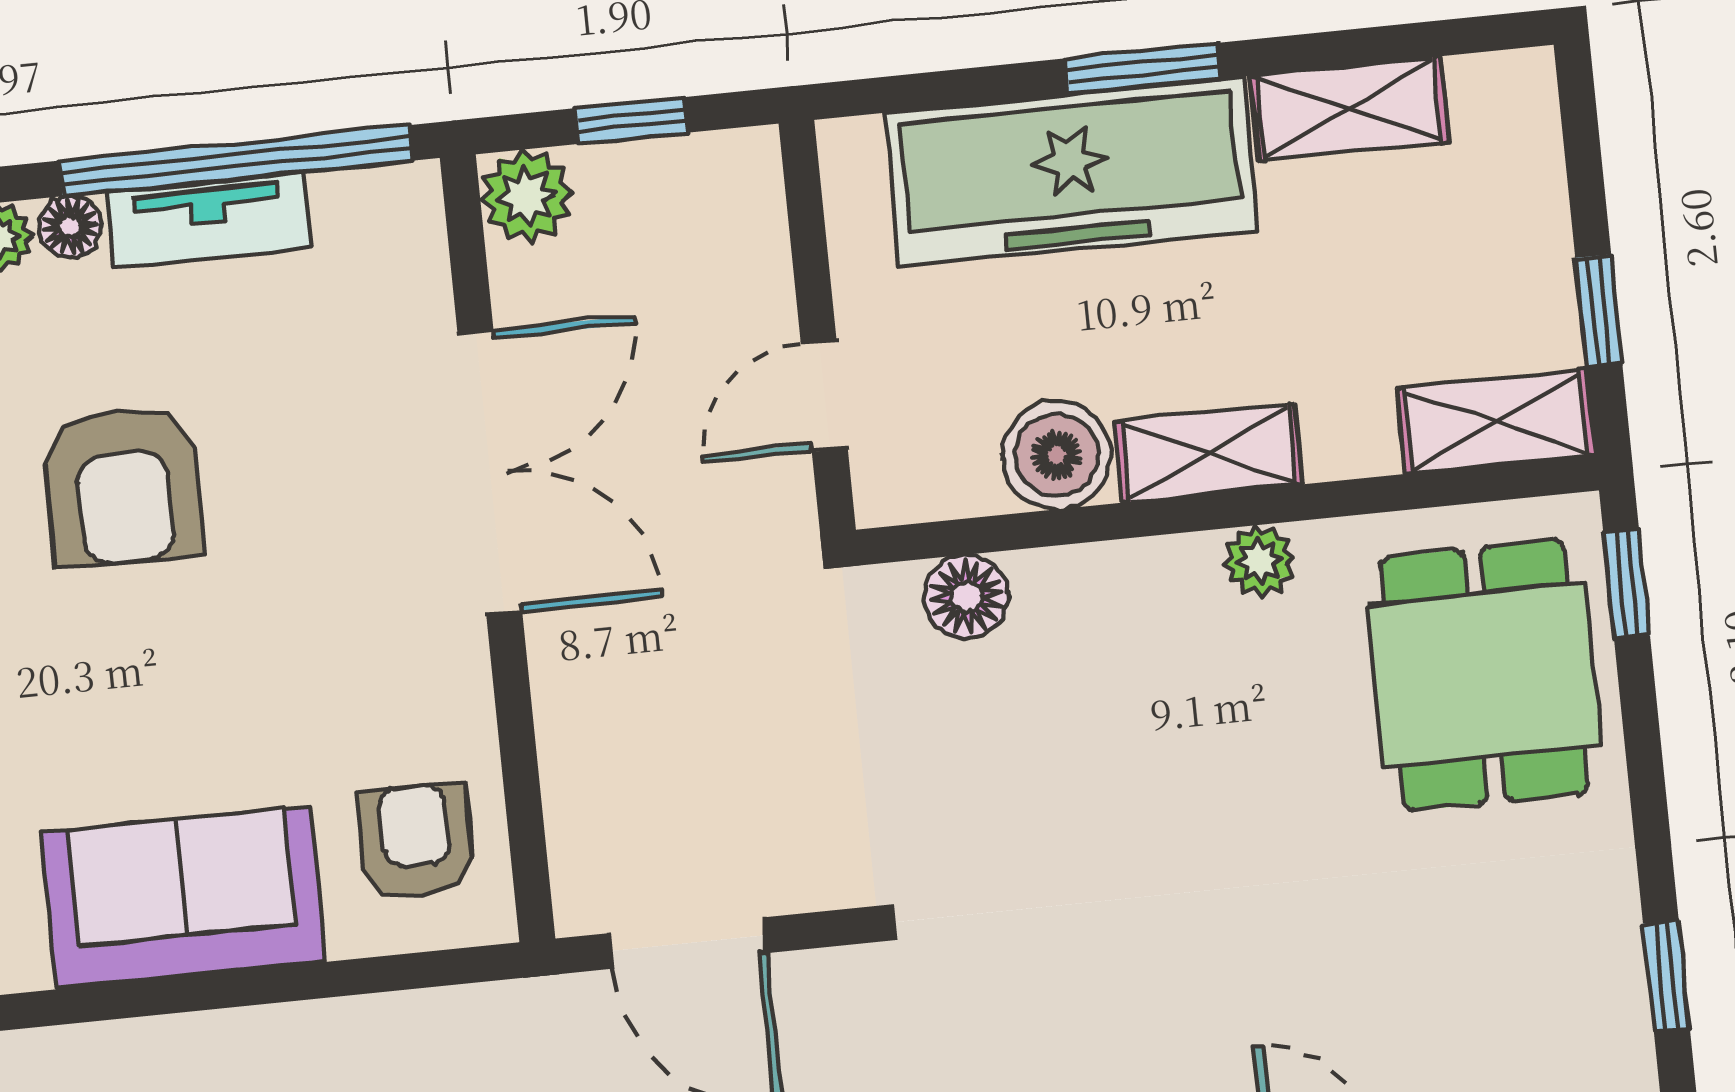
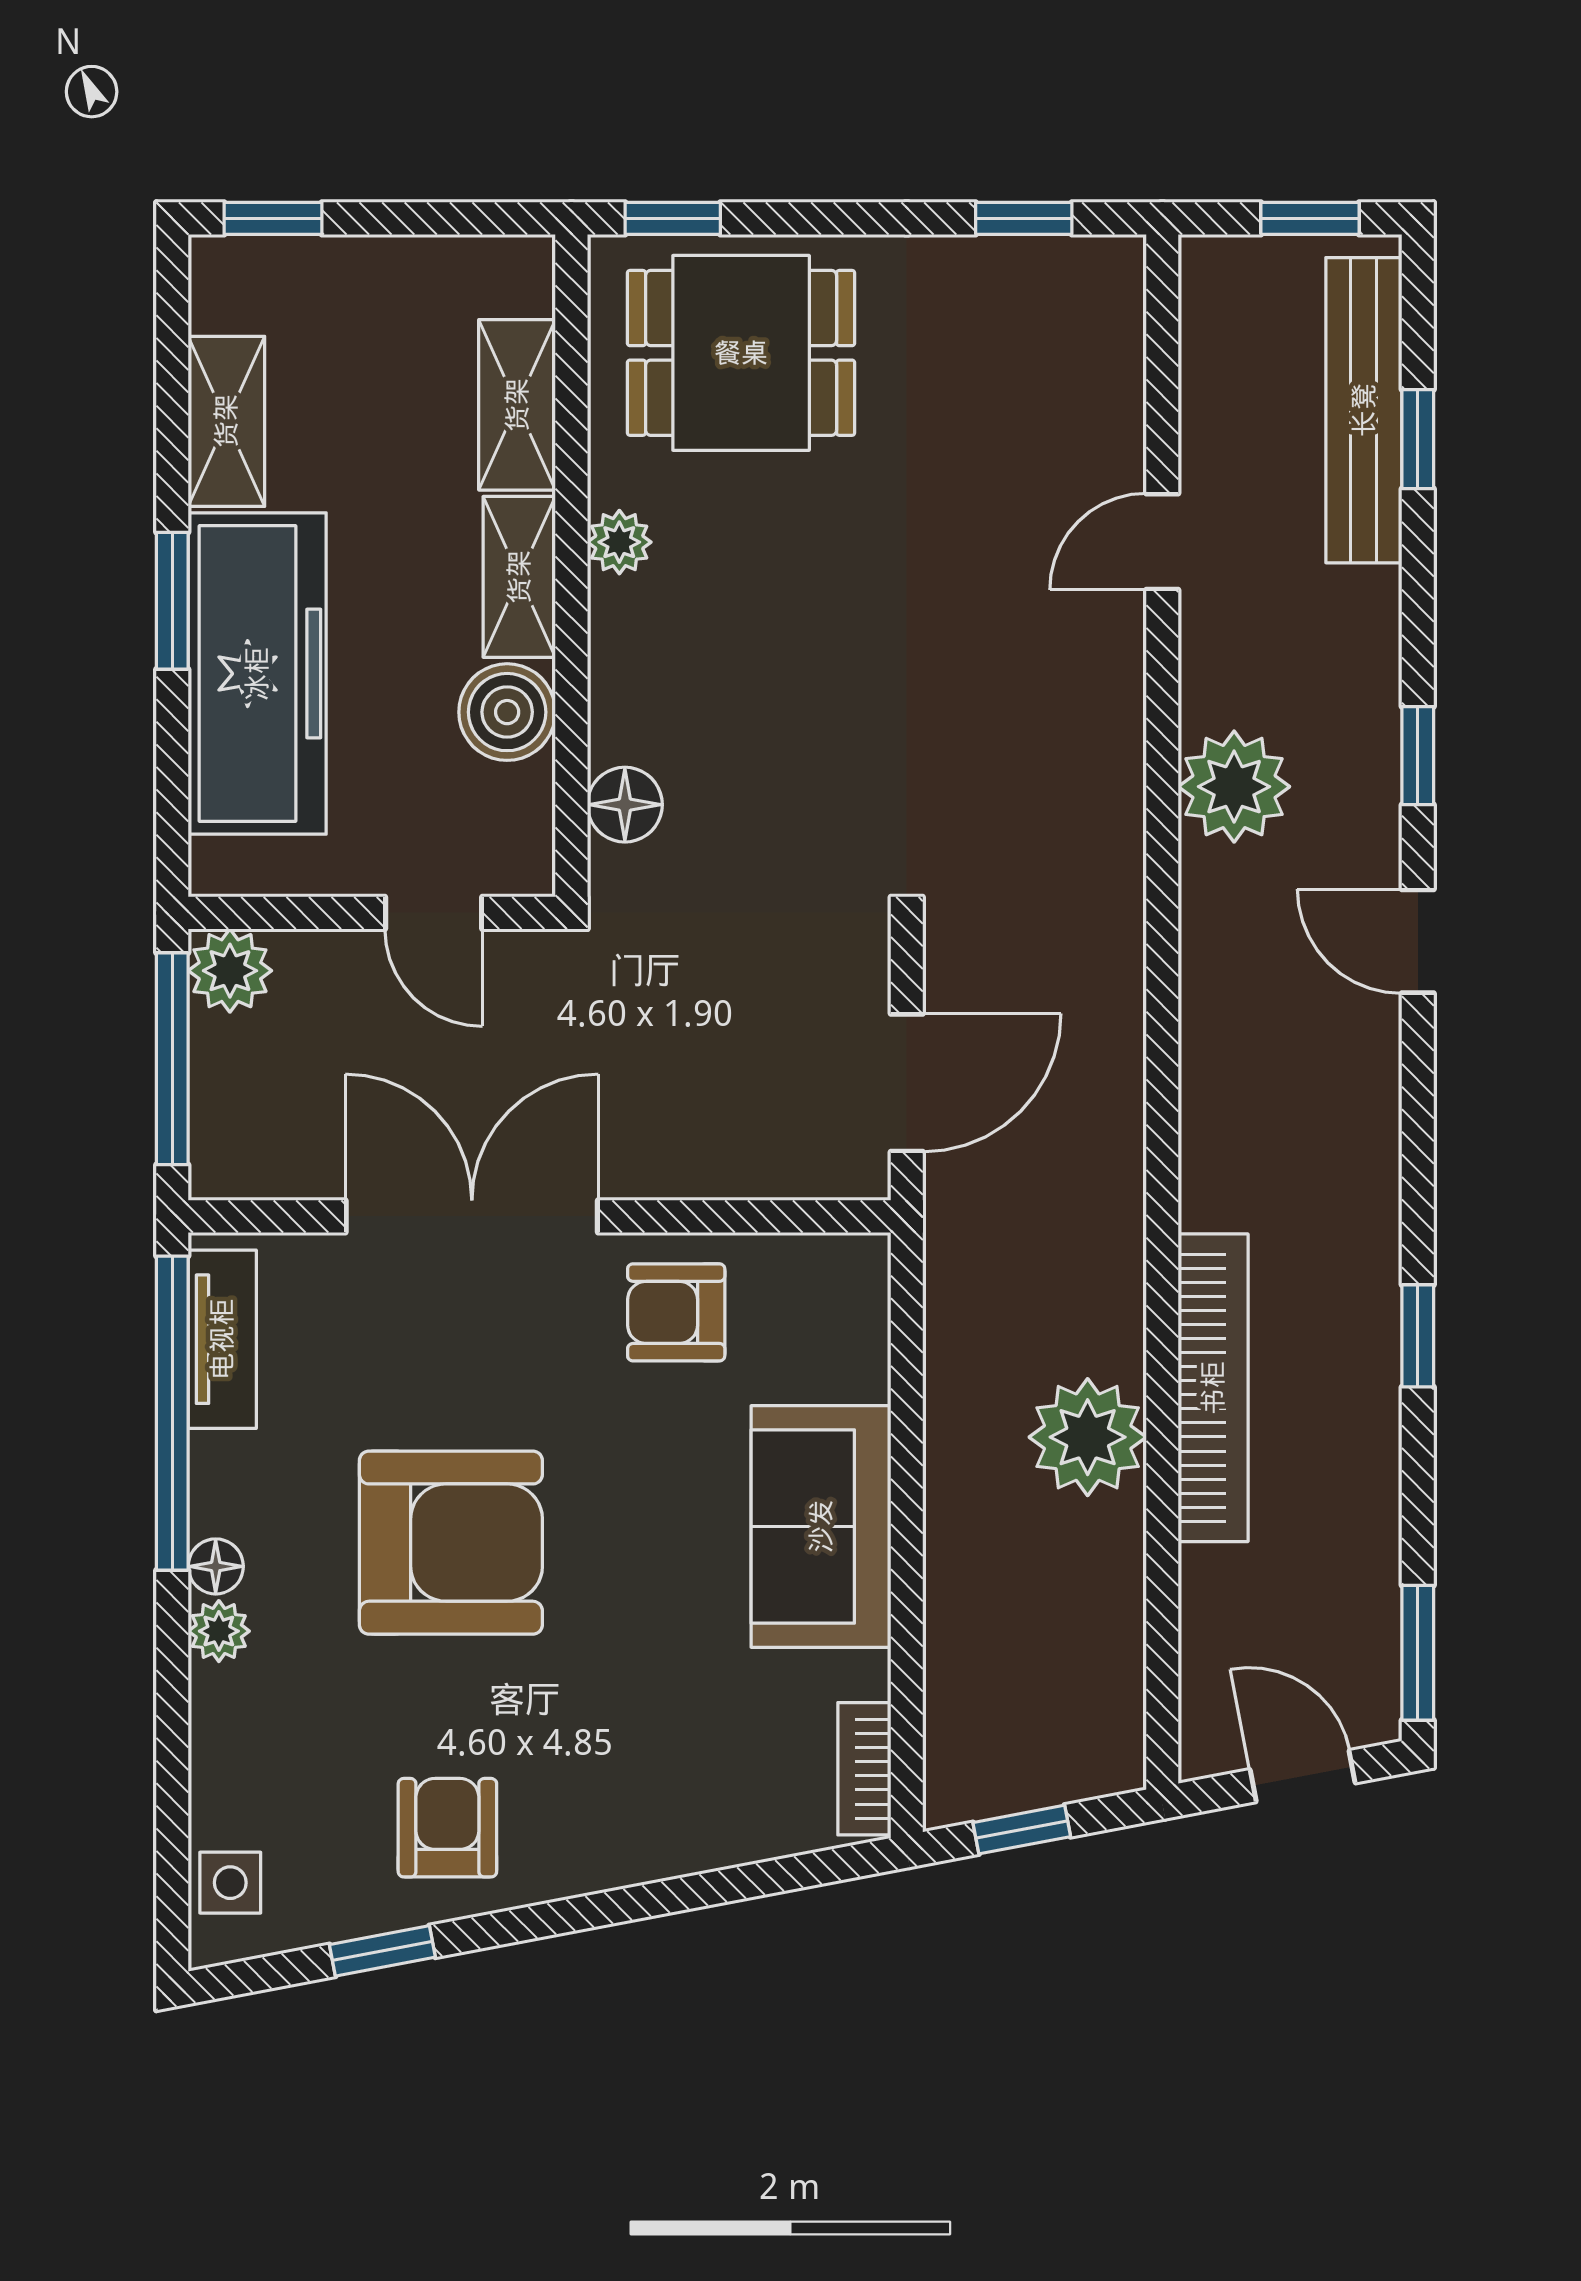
window: (632, 120) -> (172, 1059), width x2.17
plant: (527, 196) -> (230, 971), moved
tv unit: (208, 220) -> (222, 1339), moved
window: (1599, 311) -> (273, 218), moved
shelving: (1496, 422) -> (517, 405), moved
armchair: (123, 486) -> (451, 1543), width x1.36, depth x1.36
armchair: (416, 841) -> (676, 1312), moved

